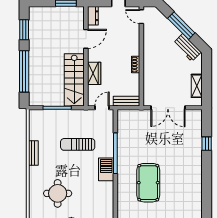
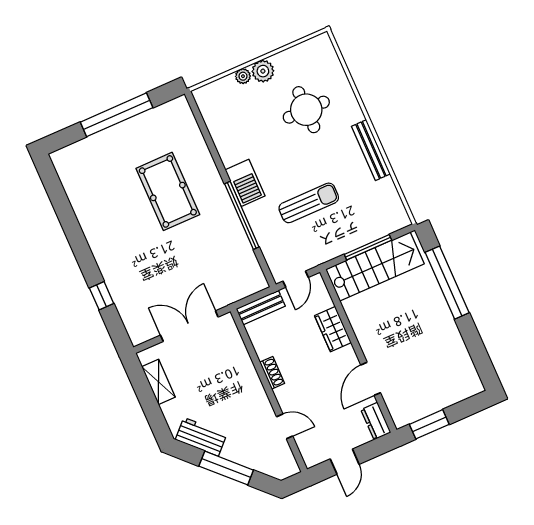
door: (141, 17) -> (285, 426), moved
window: (24, 30) -> (477, 350), removed
stairs: (74, 80) -> (375, 267), moved, turned 90
bench: (33, 153) -> (371, 150), width x1.36

